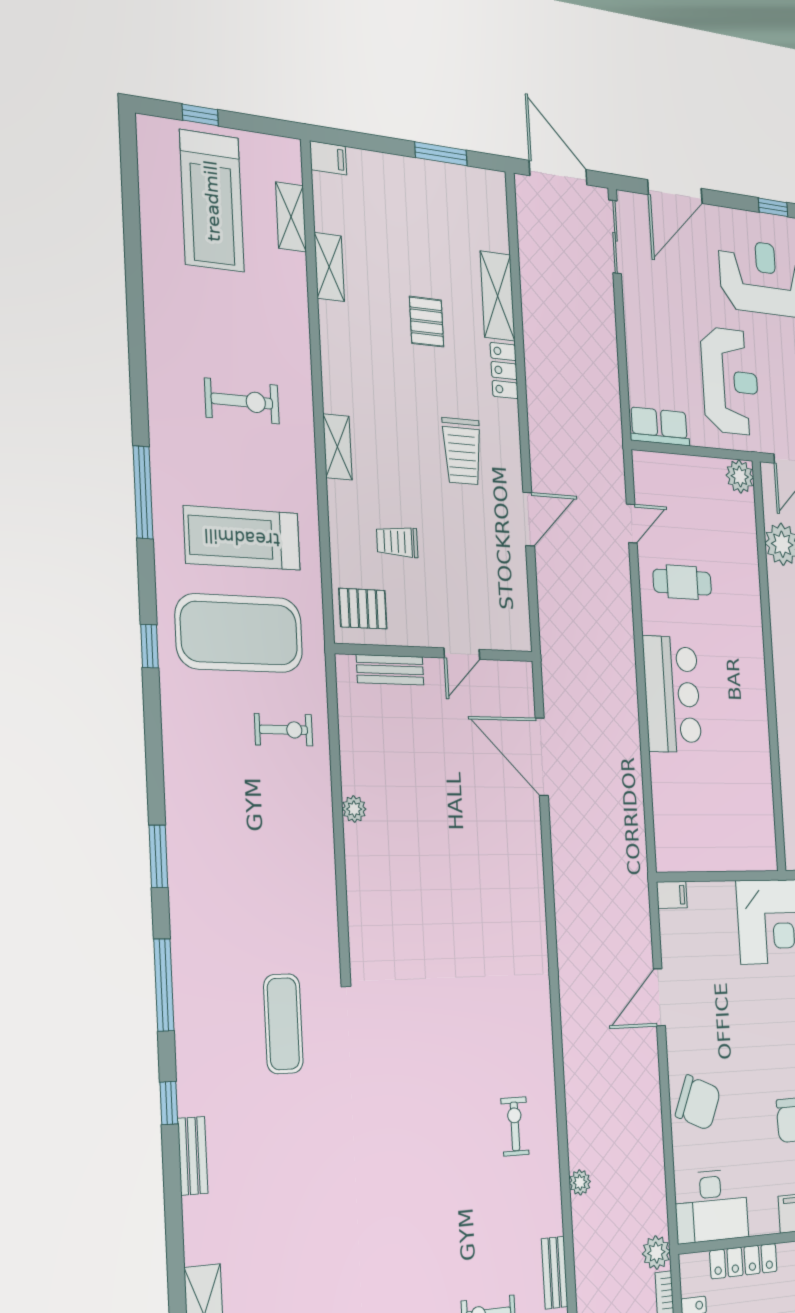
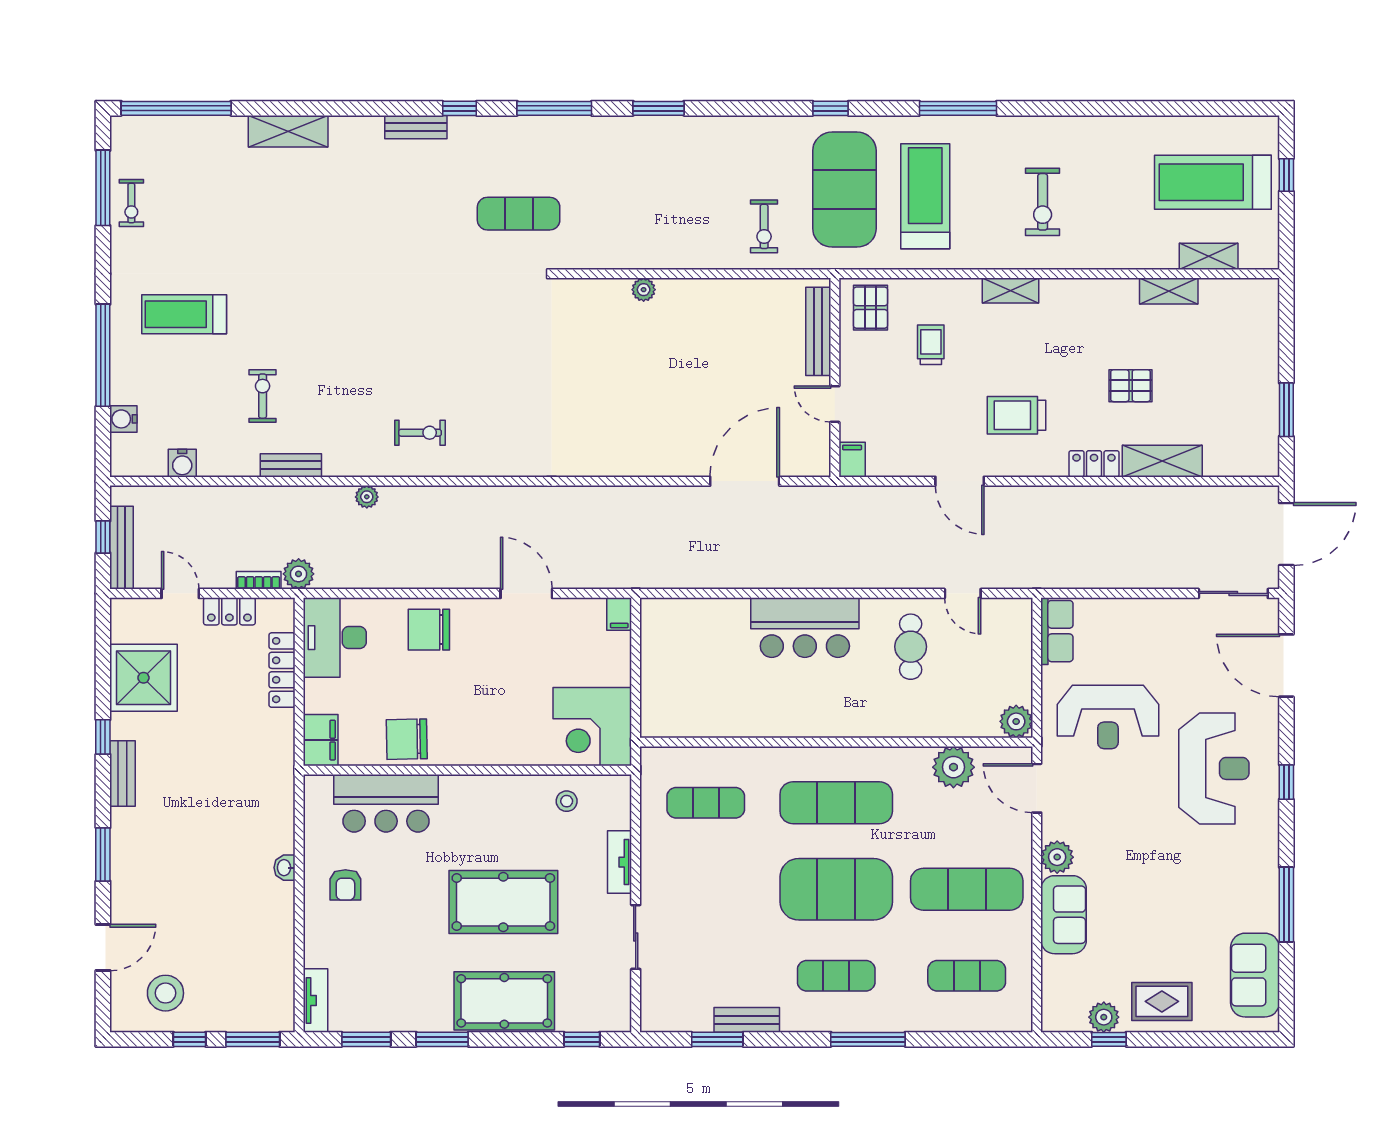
filing cabinet: (328, 158) -> (852, 460), moved, turned 180
bench: (390, 670) -> (818, 331), width x1.36
plant: (354, 809) -> (644, 290), moved
chair: (698, 1103) -> (429, 630), turned 67

